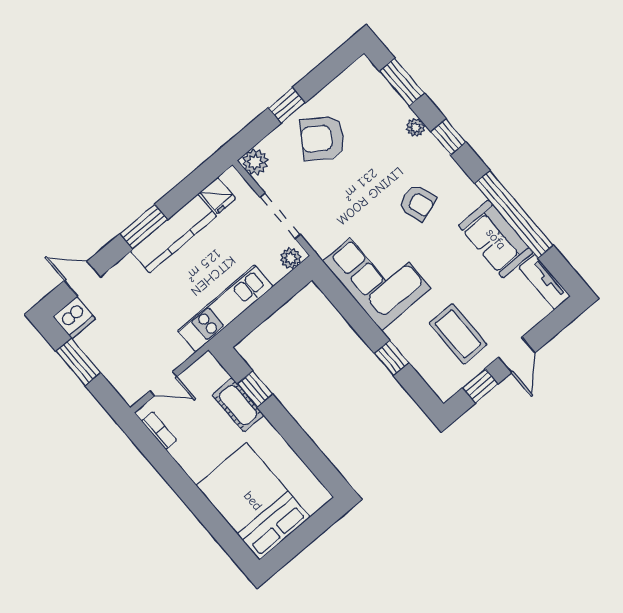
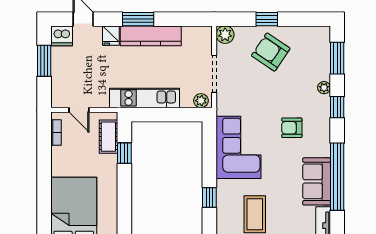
fridge: (218, 196) -> (111, 36), moved
armchair: (417, 203) -> (292, 128), turned 109
cot: (238, 405) -> (108, 137), moved

